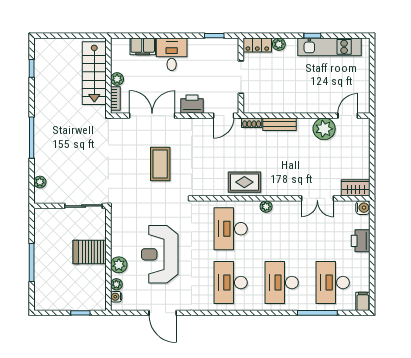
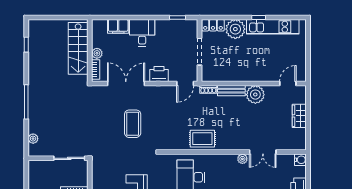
plant: (279, 44) -> (235, 29), width x1.88, depth x1.88
plant: (324, 129) -> (255, 95), moved
wardrobe: (356, 188) -> (299, 116), moved, turned -90
plant: (266, 207) -> (242, 159), moved

